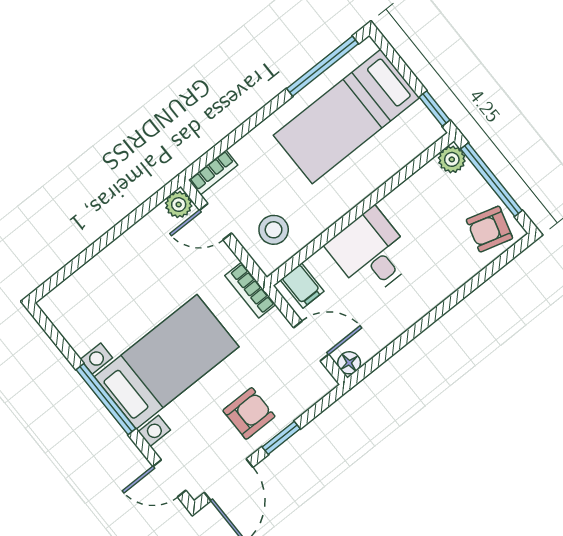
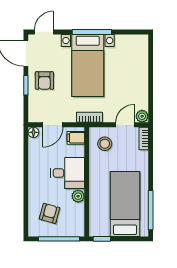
plant: (452, 159) -> (78, 196), moved
armchair: (489, 229) -> (49, 213), moved

